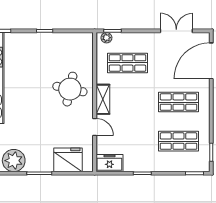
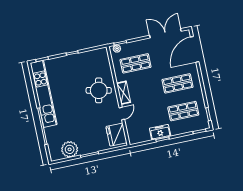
double door: (176, 31) -> (165, 33), width x1.37
door: (95, 127) -> (122, 114), hinge flipped
fridge: (68, 160) -> (116, 135), moved, turned -90
freezer: (109, 163) -> (160, 132), moved

